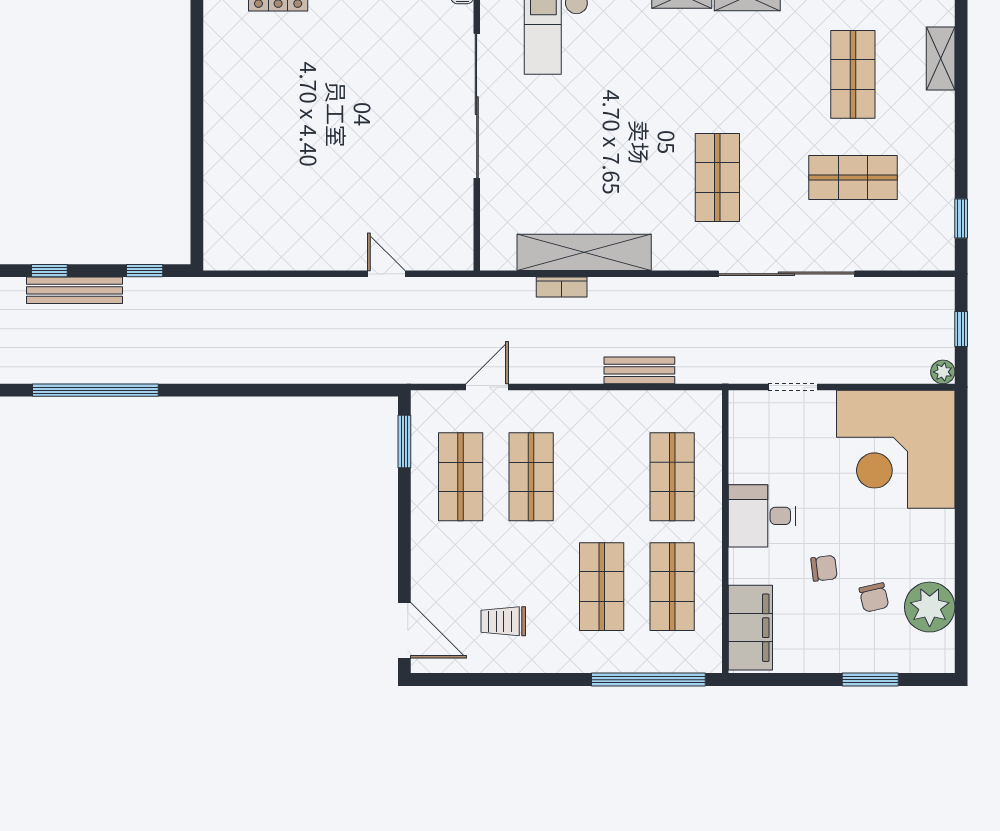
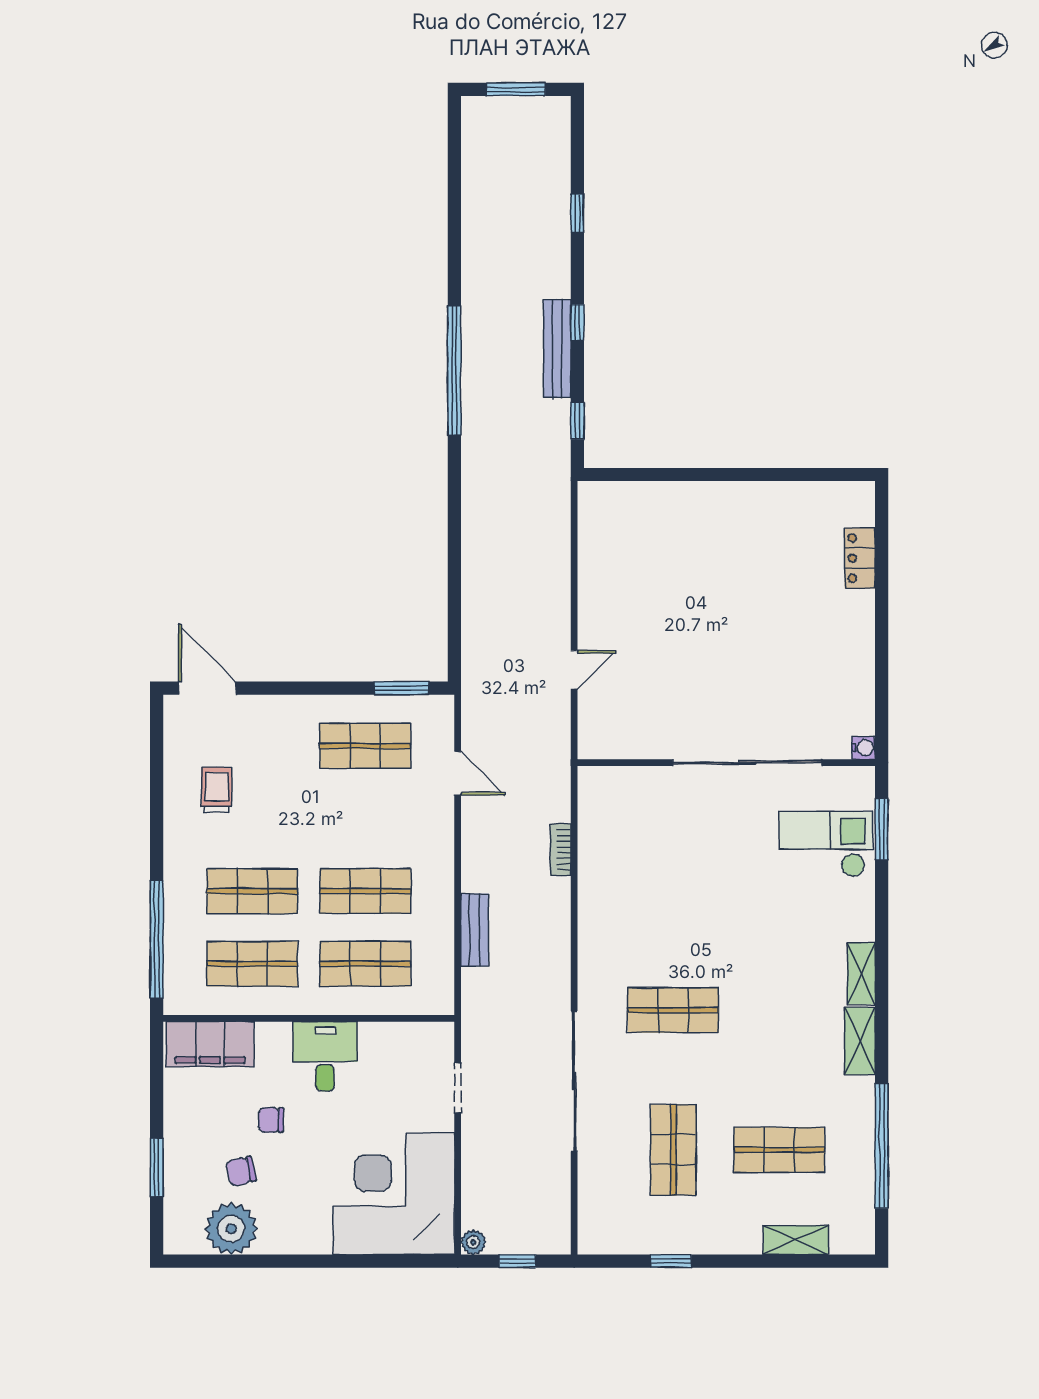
window: (961, 218) -> (671, 1261), moved
shelving: (584, 252) -> (596, 873), removed
shop shelf: (531, 477) -> (365, 891), moved
chair: (824, 568) -> (271, 1120), turned 97
door: (404, 630) -> (207, 688), swing flipped

